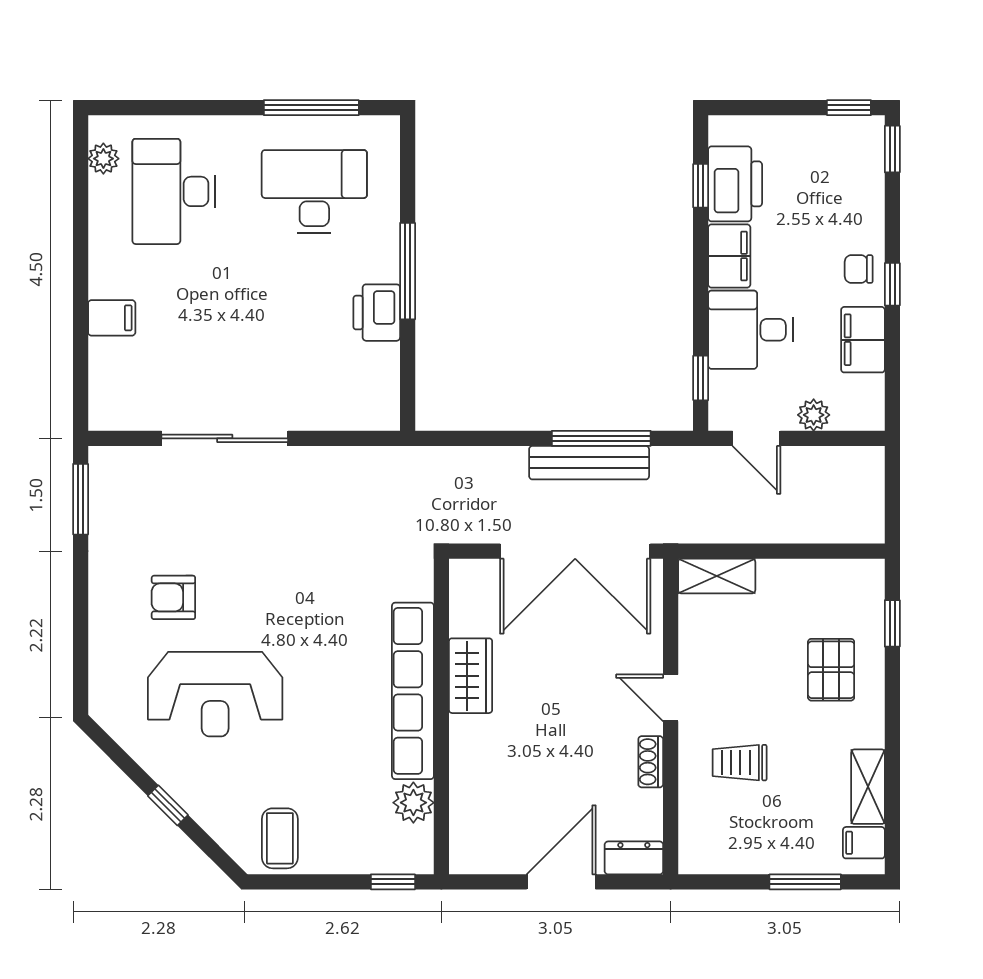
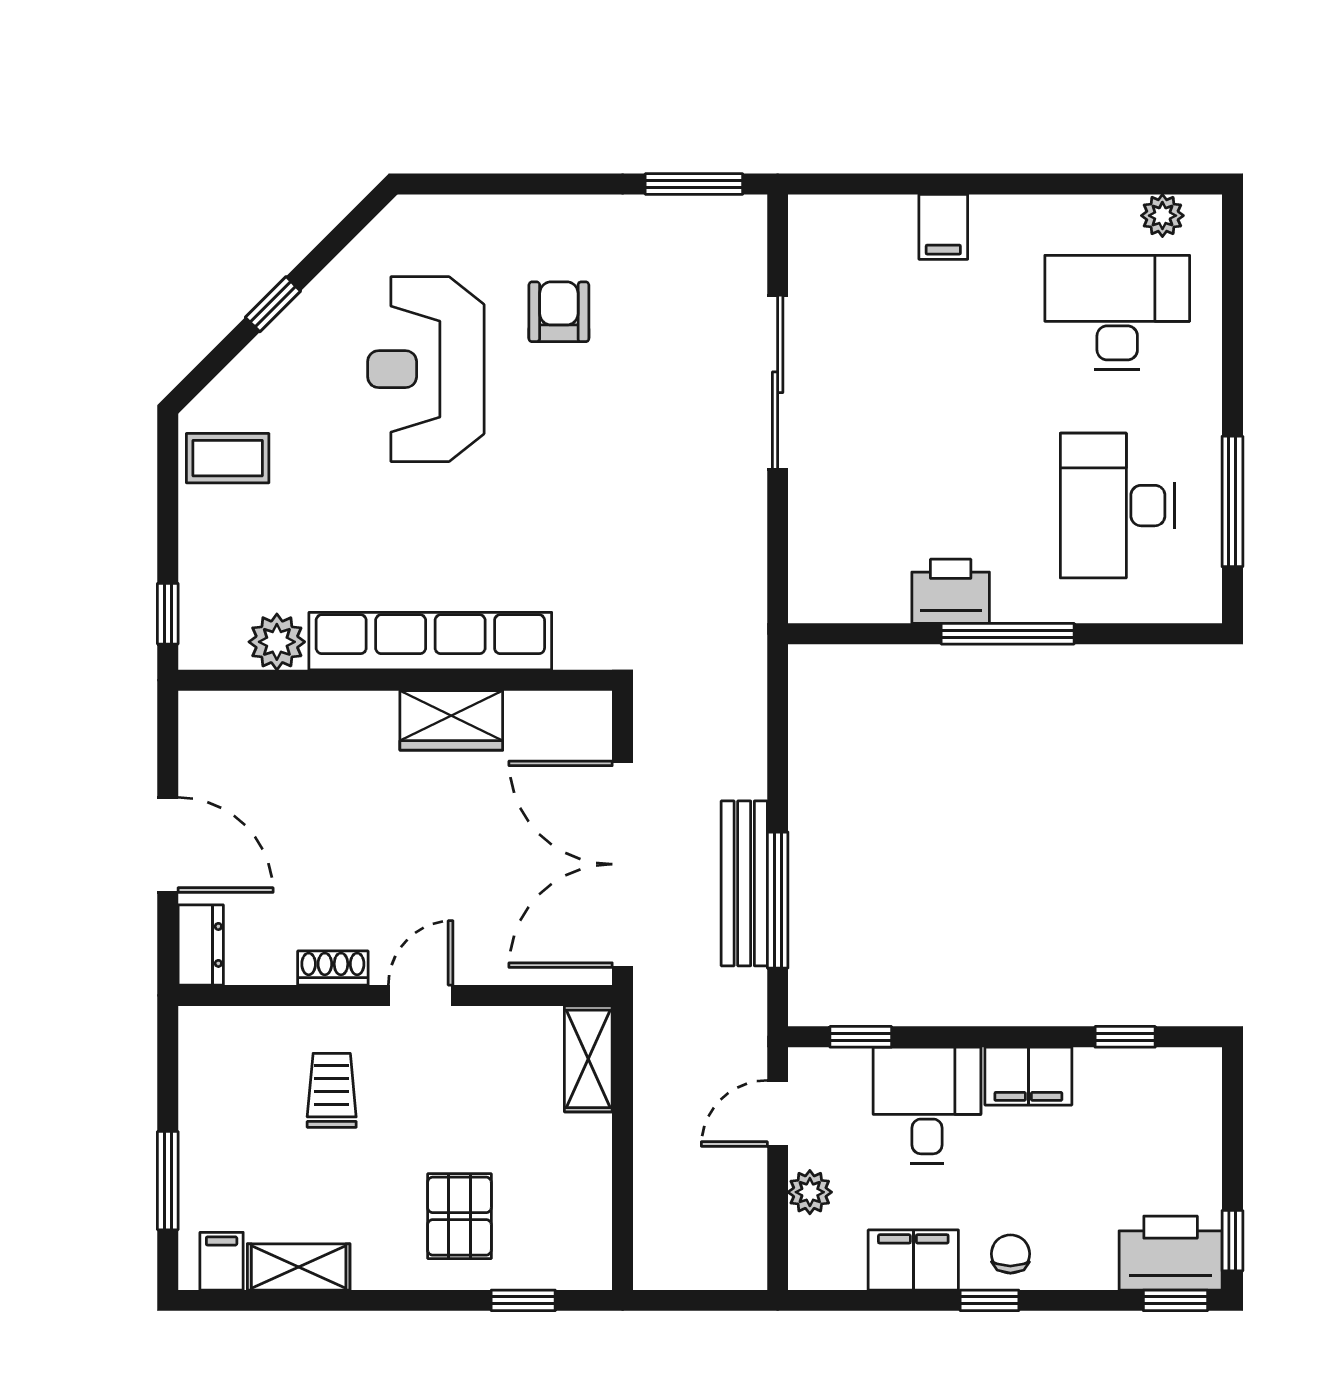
printer: (735, 184) -> (1171, 1253), moved, turned 180
desk: (314, 191) -> (1117, 506), turned 180
pallet: (831, 670) -> (459, 1216), turned 90

